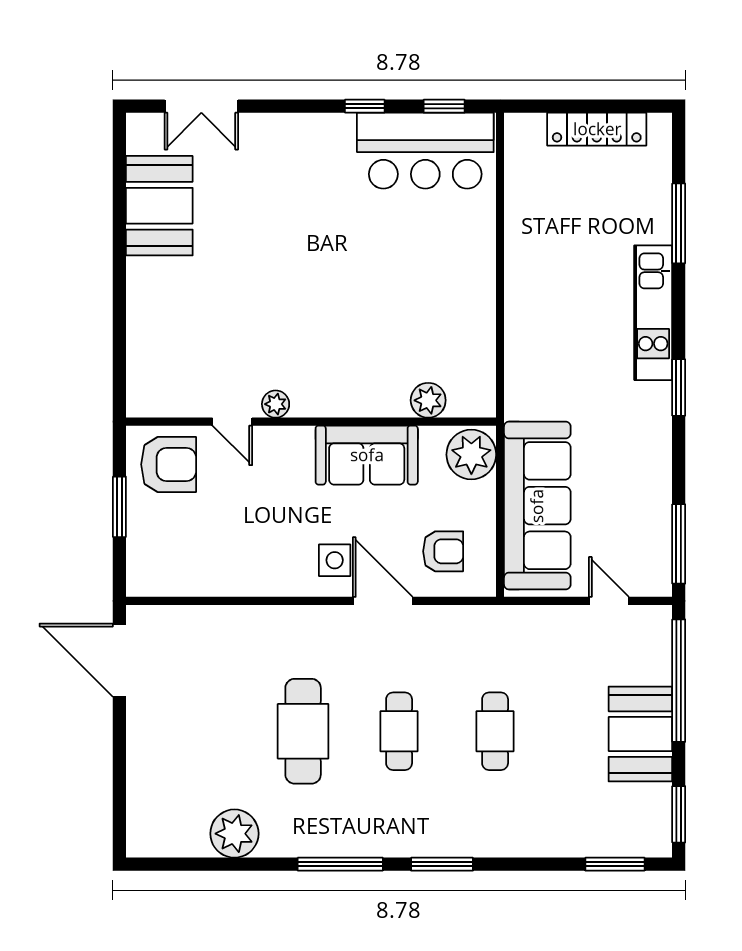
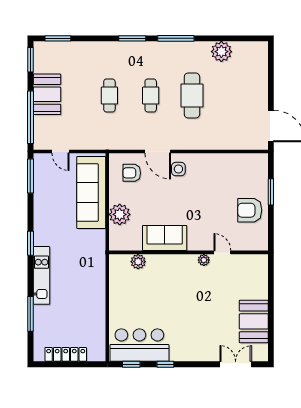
plant: (428, 400) -> (138, 262), moved
plant: (276, 404) -> (204, 260), moved
door: (232, 422) -> (222, 252), moved
wall: (311, 422) -> (189, 252), moved
sofa: (367, 455) -> (165, 238), moved

